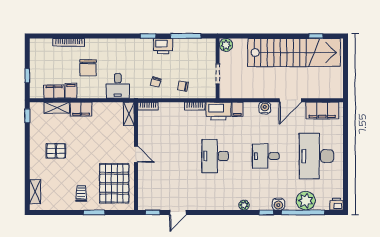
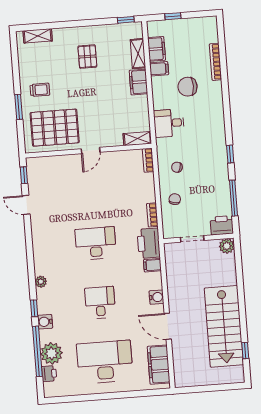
printer: (163, 46) -> (222, 225), moved, turned 90
stairs: (294, 52) -> (224, 326), width x0.73
printer: (337, 204) -> (49, 374), moved

